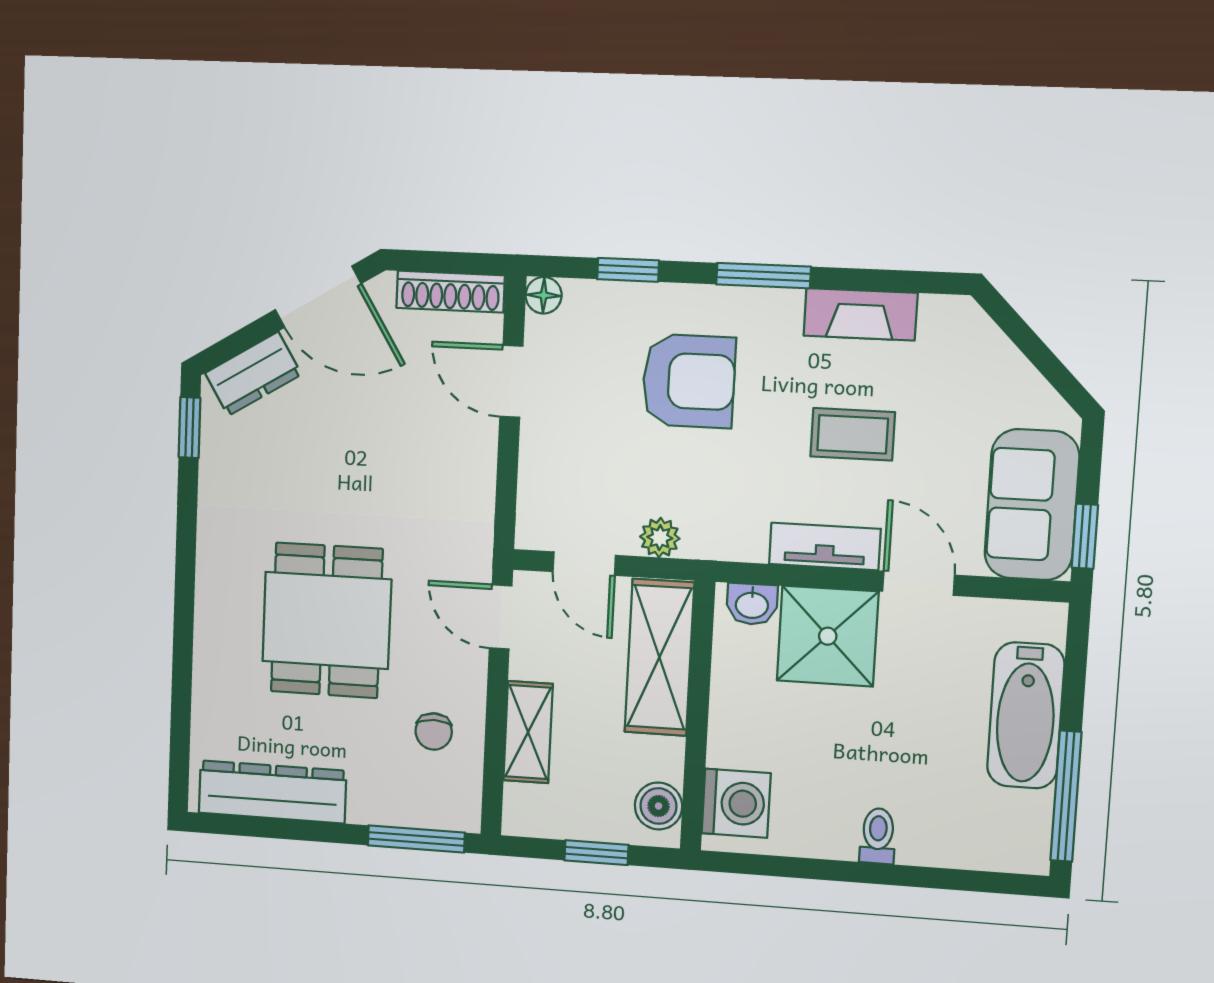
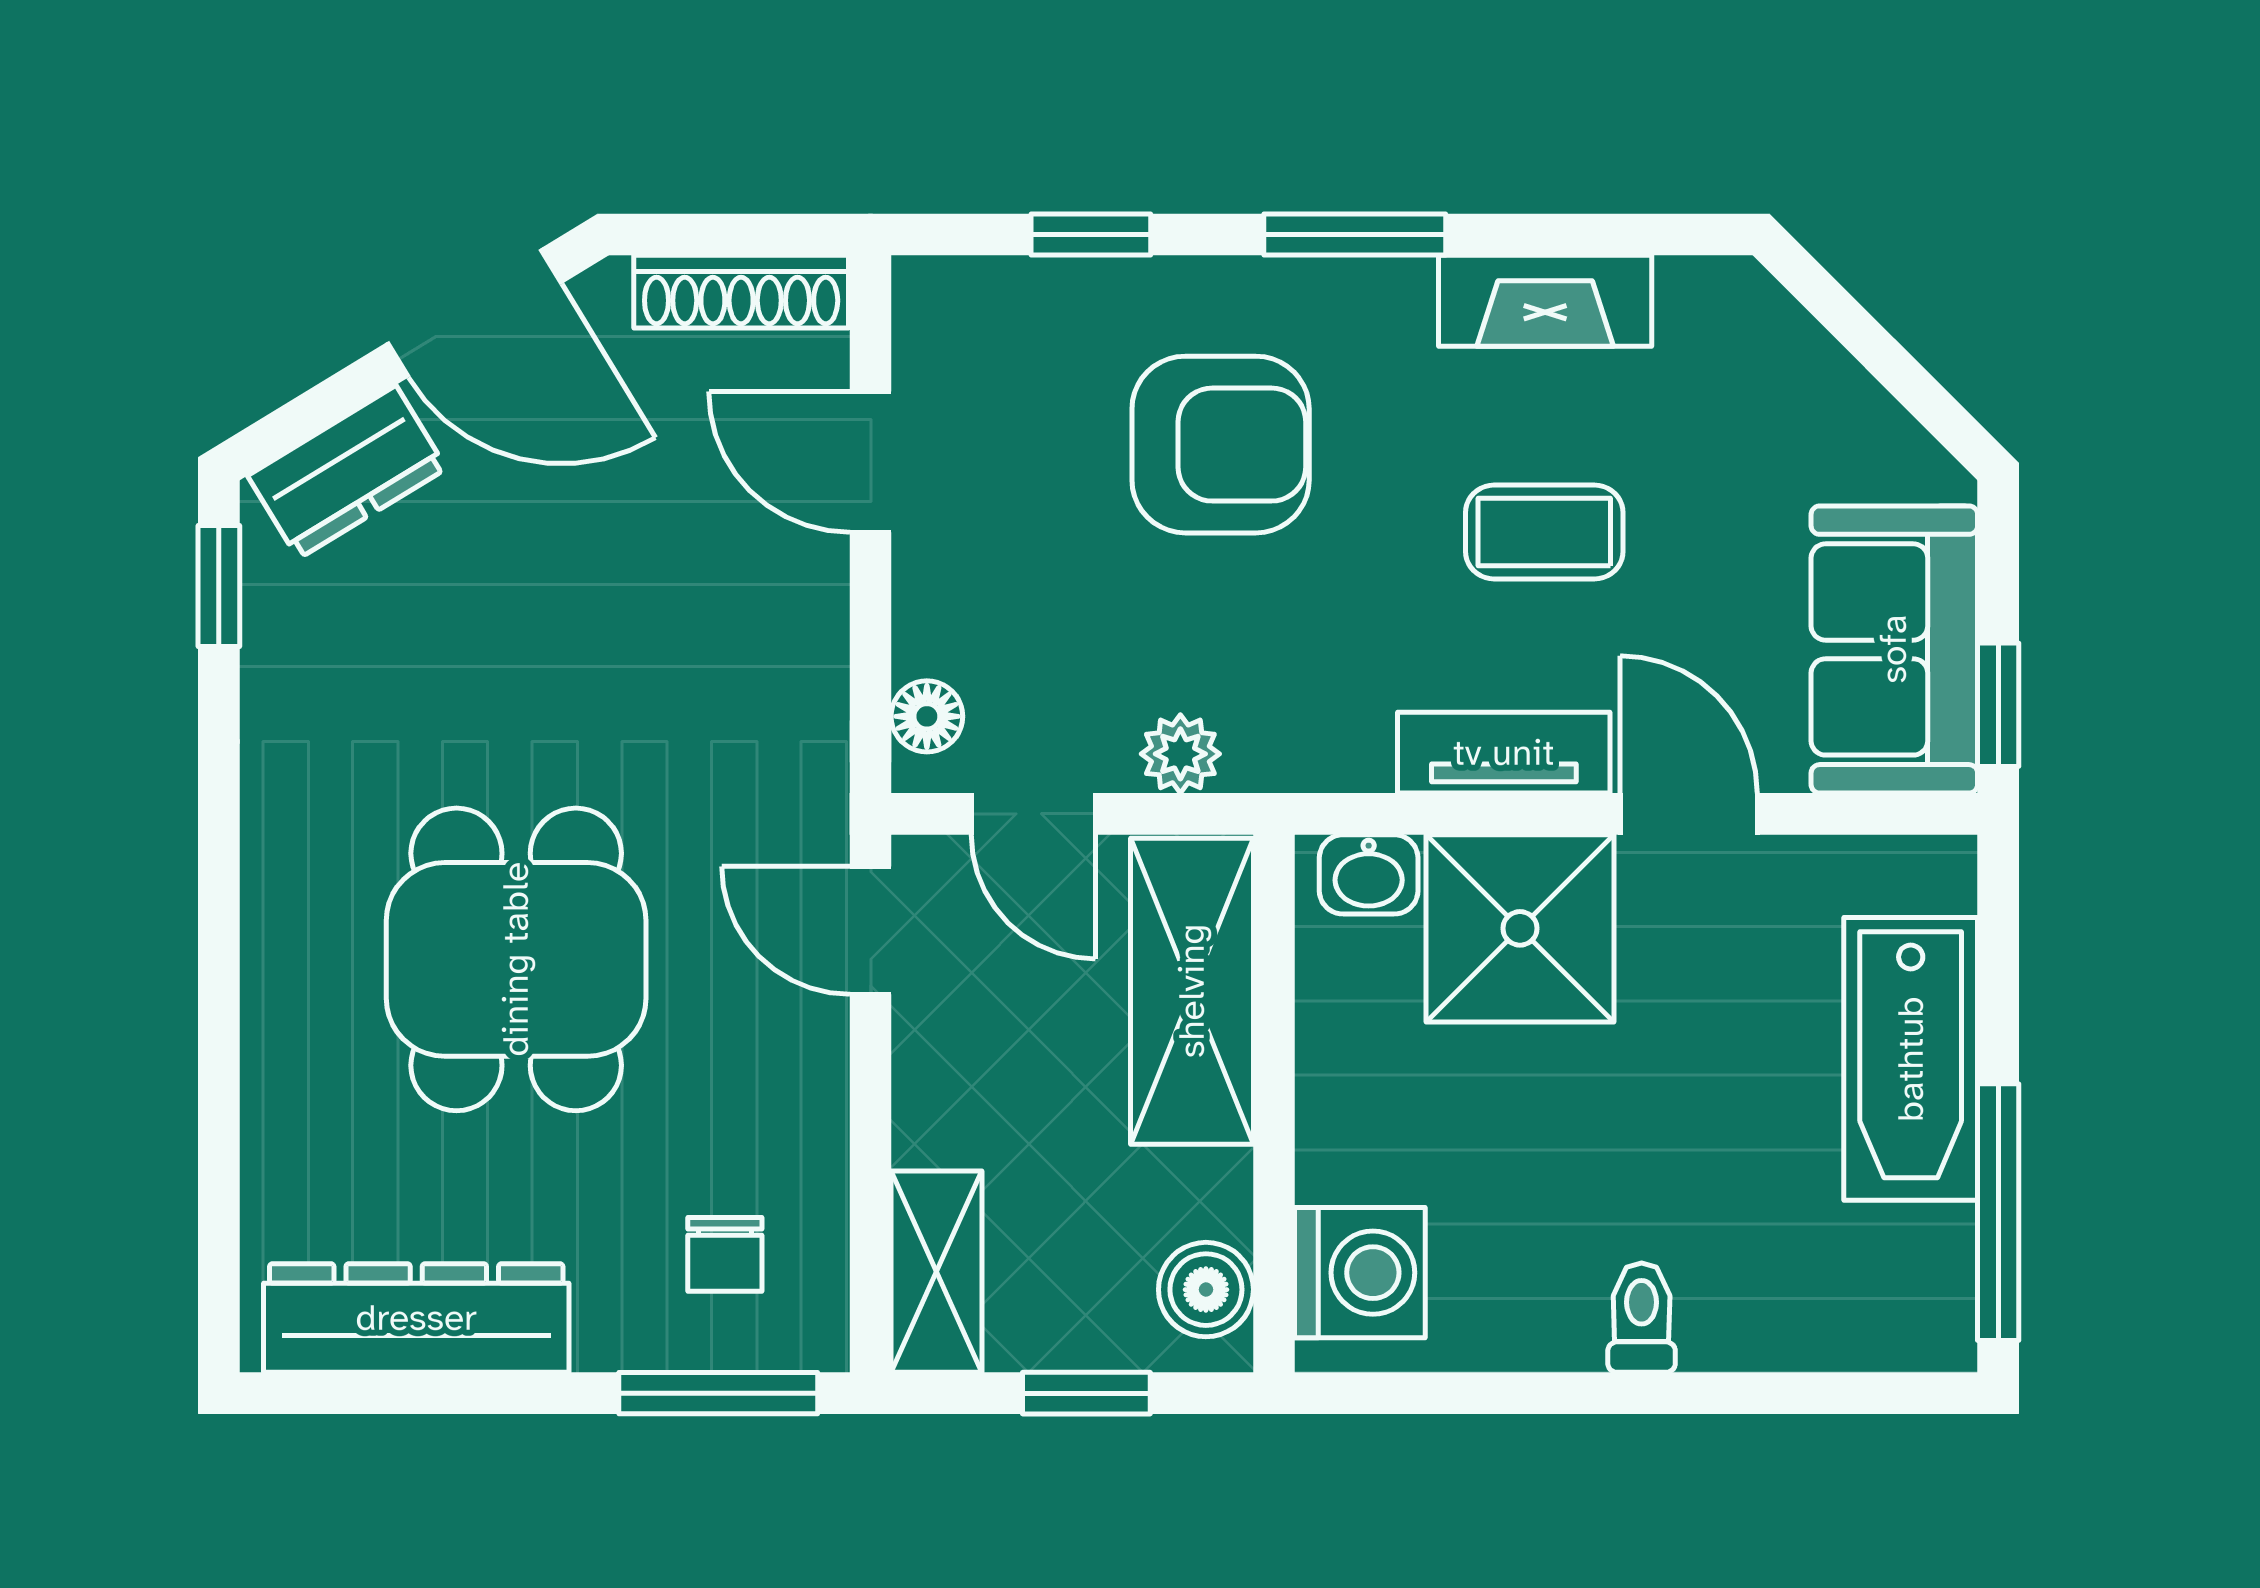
floor lamp: (544, 295) -> (927, 716), moved
chair: (434, 731) -> (725, 1254), moved
shelving: (528, 732) -> (937, 1272), moved

